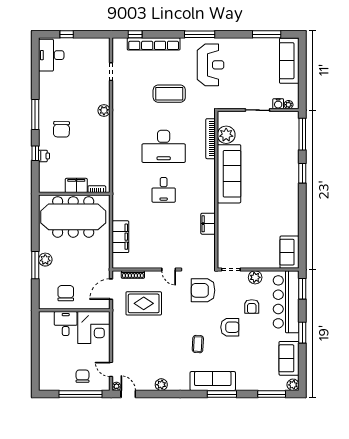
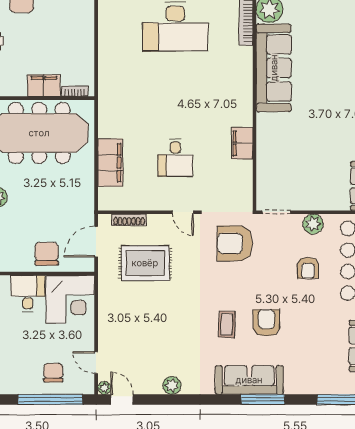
desk: (164, 190) -> (175, 158), moved
chair: (66, 293) -> (47, 254), moved
armchair: (230, 327) -> (266, 323), moved, turned -90

